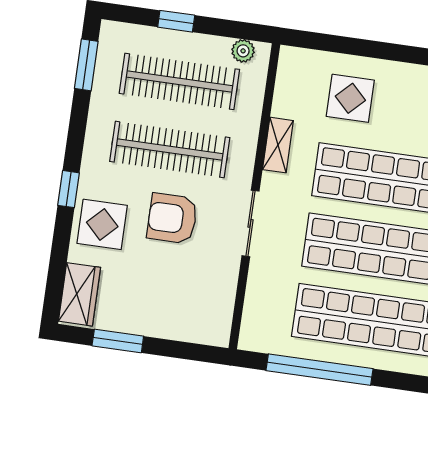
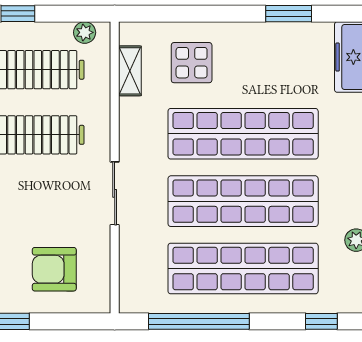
shelving: (278, 145) -> (130, 71), moved
armchair: (172, 218) -> (54, 269), moved

